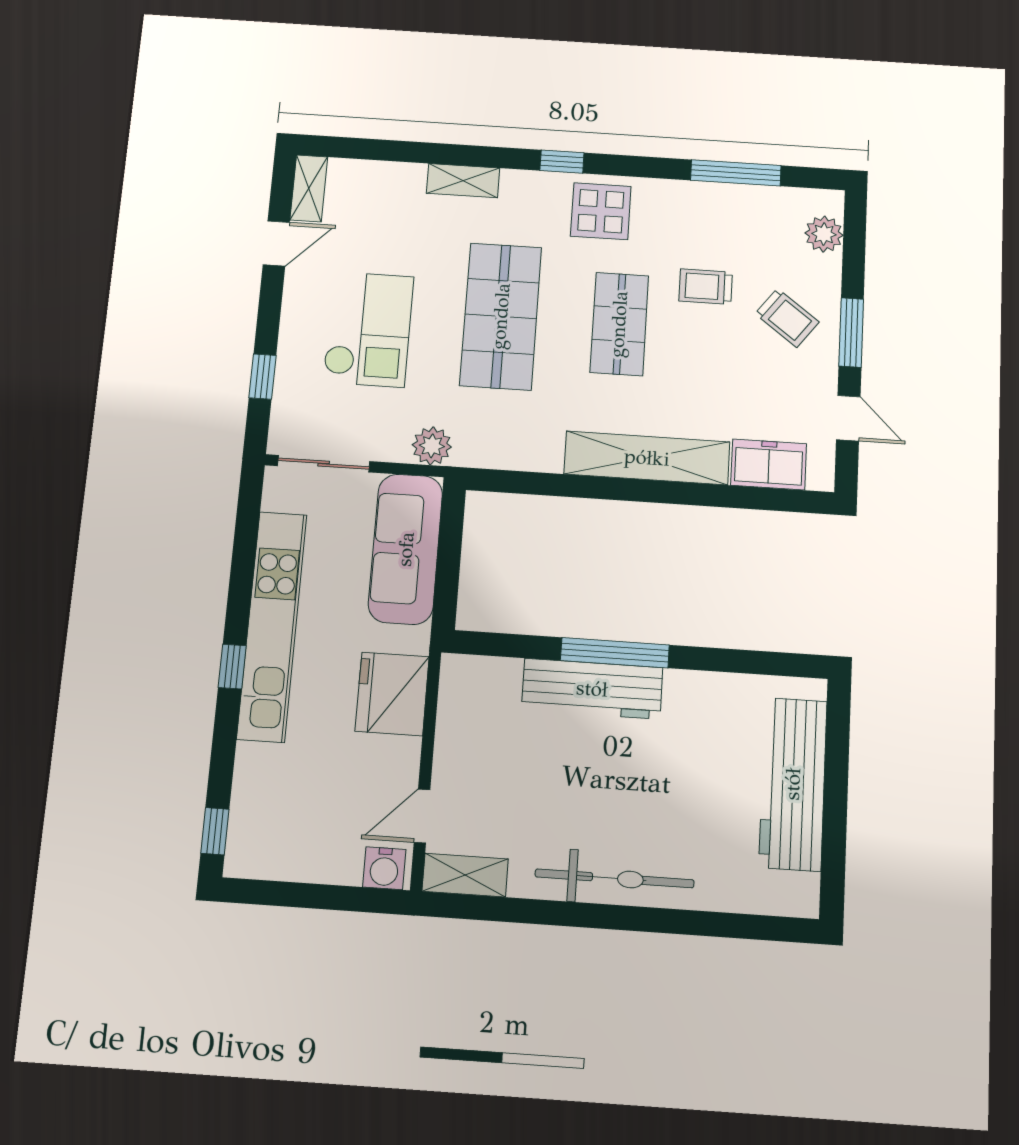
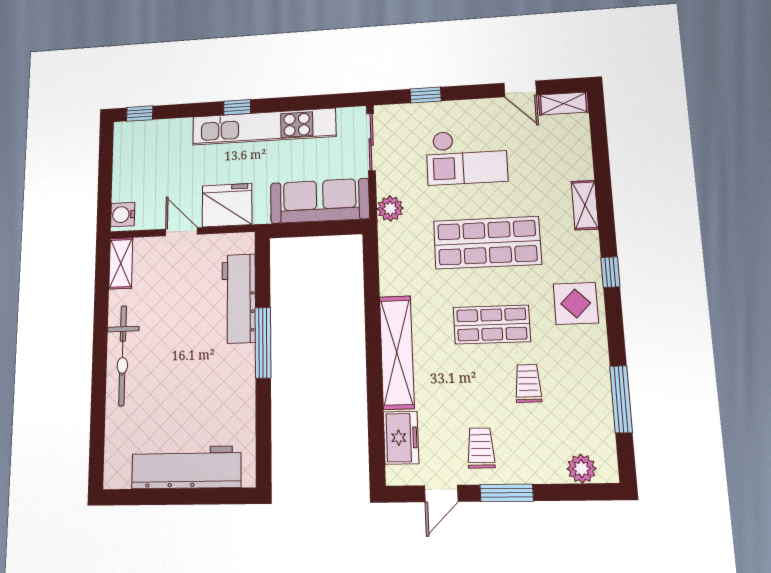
trolley: (787, 318) -> (481, 448), moved, turned 143
workbench: (592, 689) -> (239, 298), moved
door: (422, 816) -> (181, 232), moved

